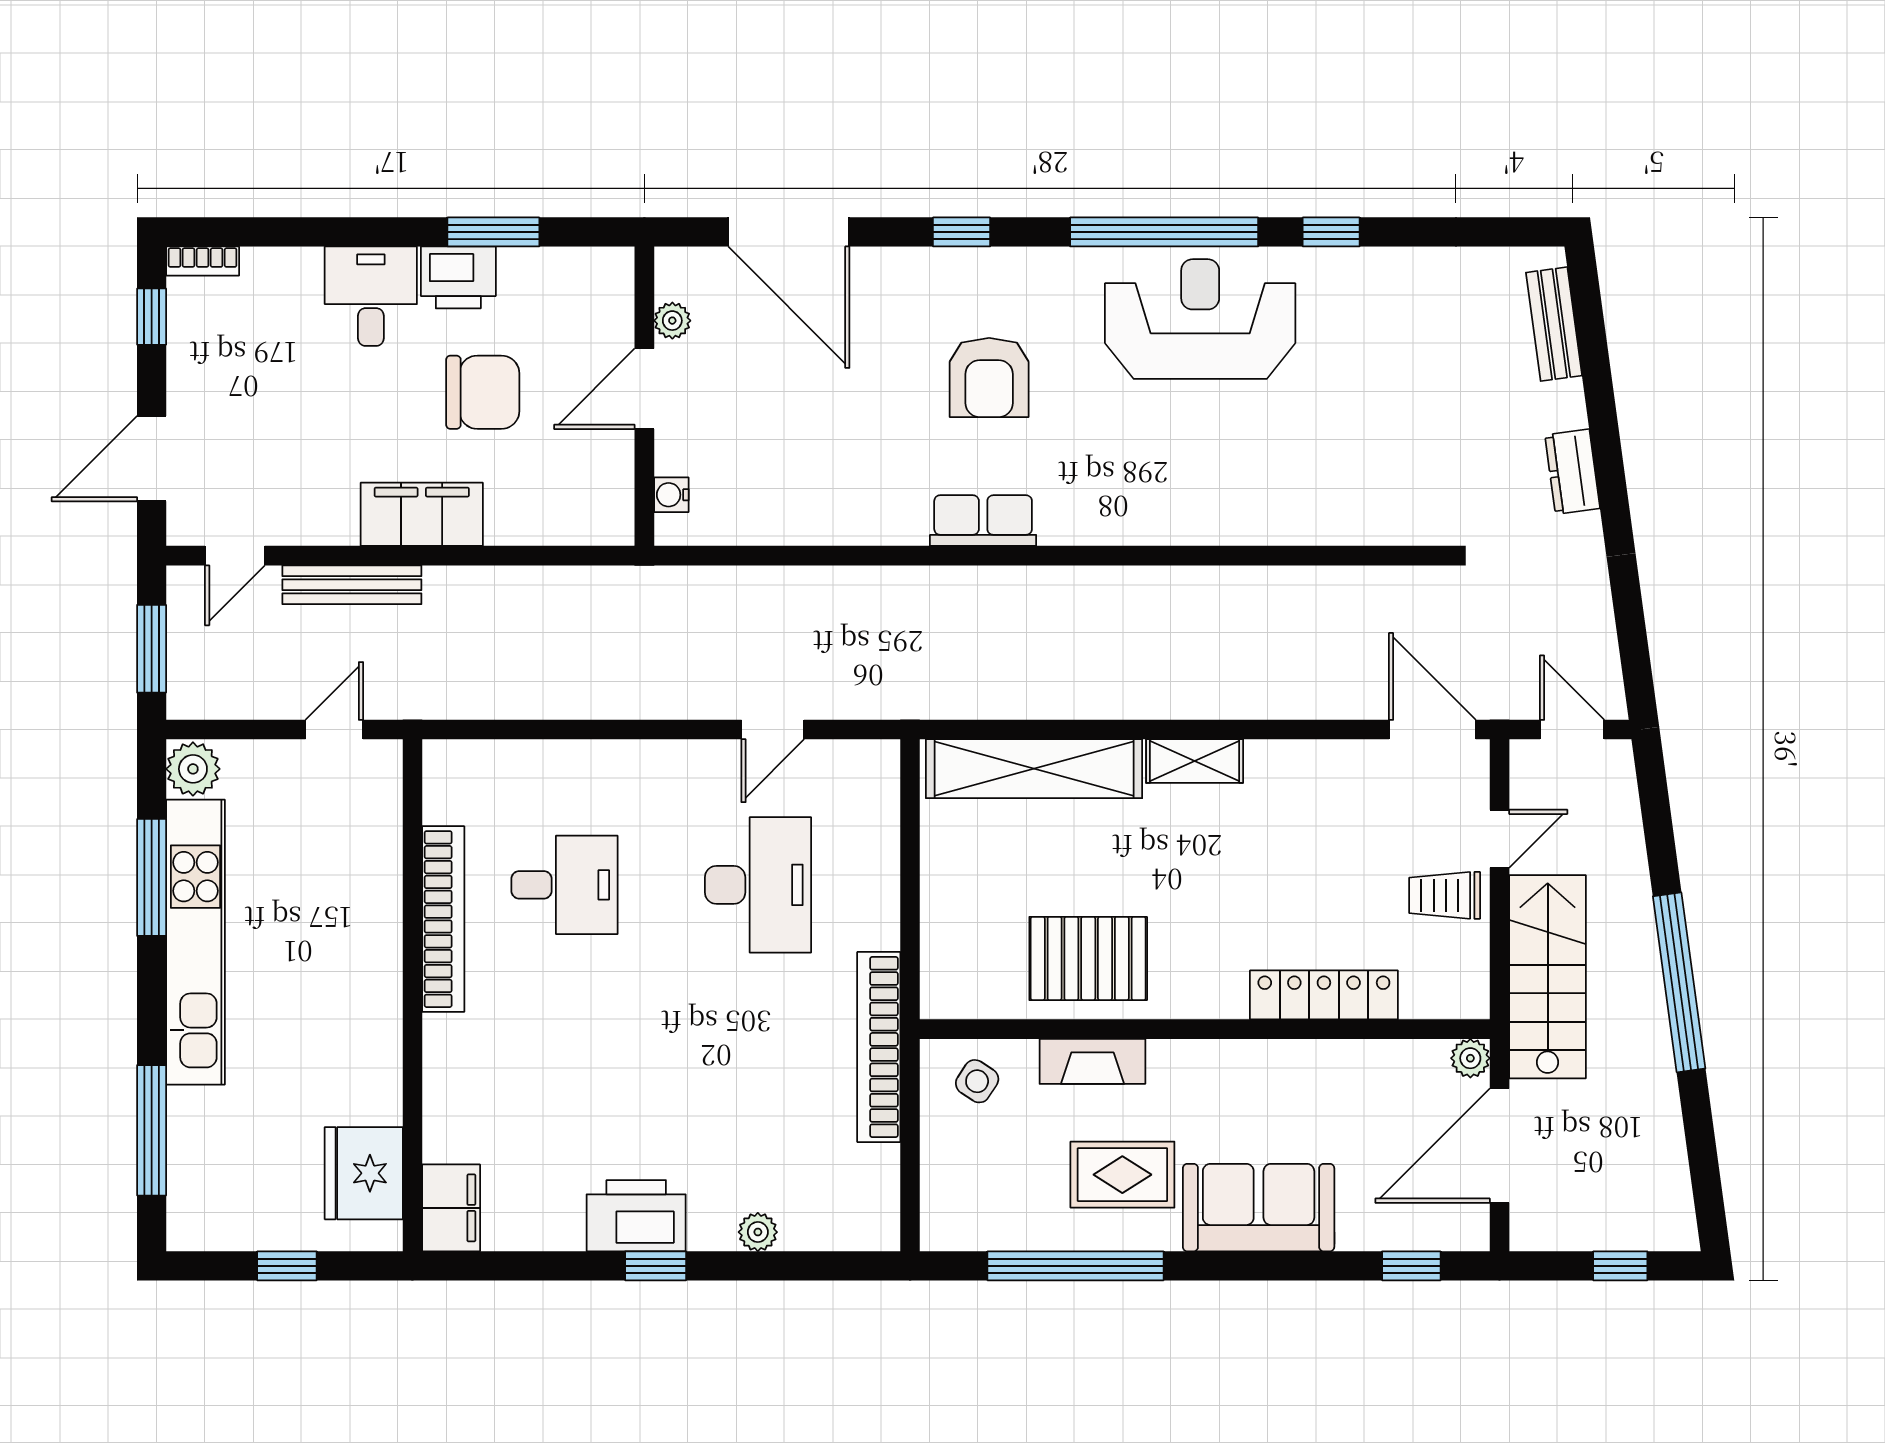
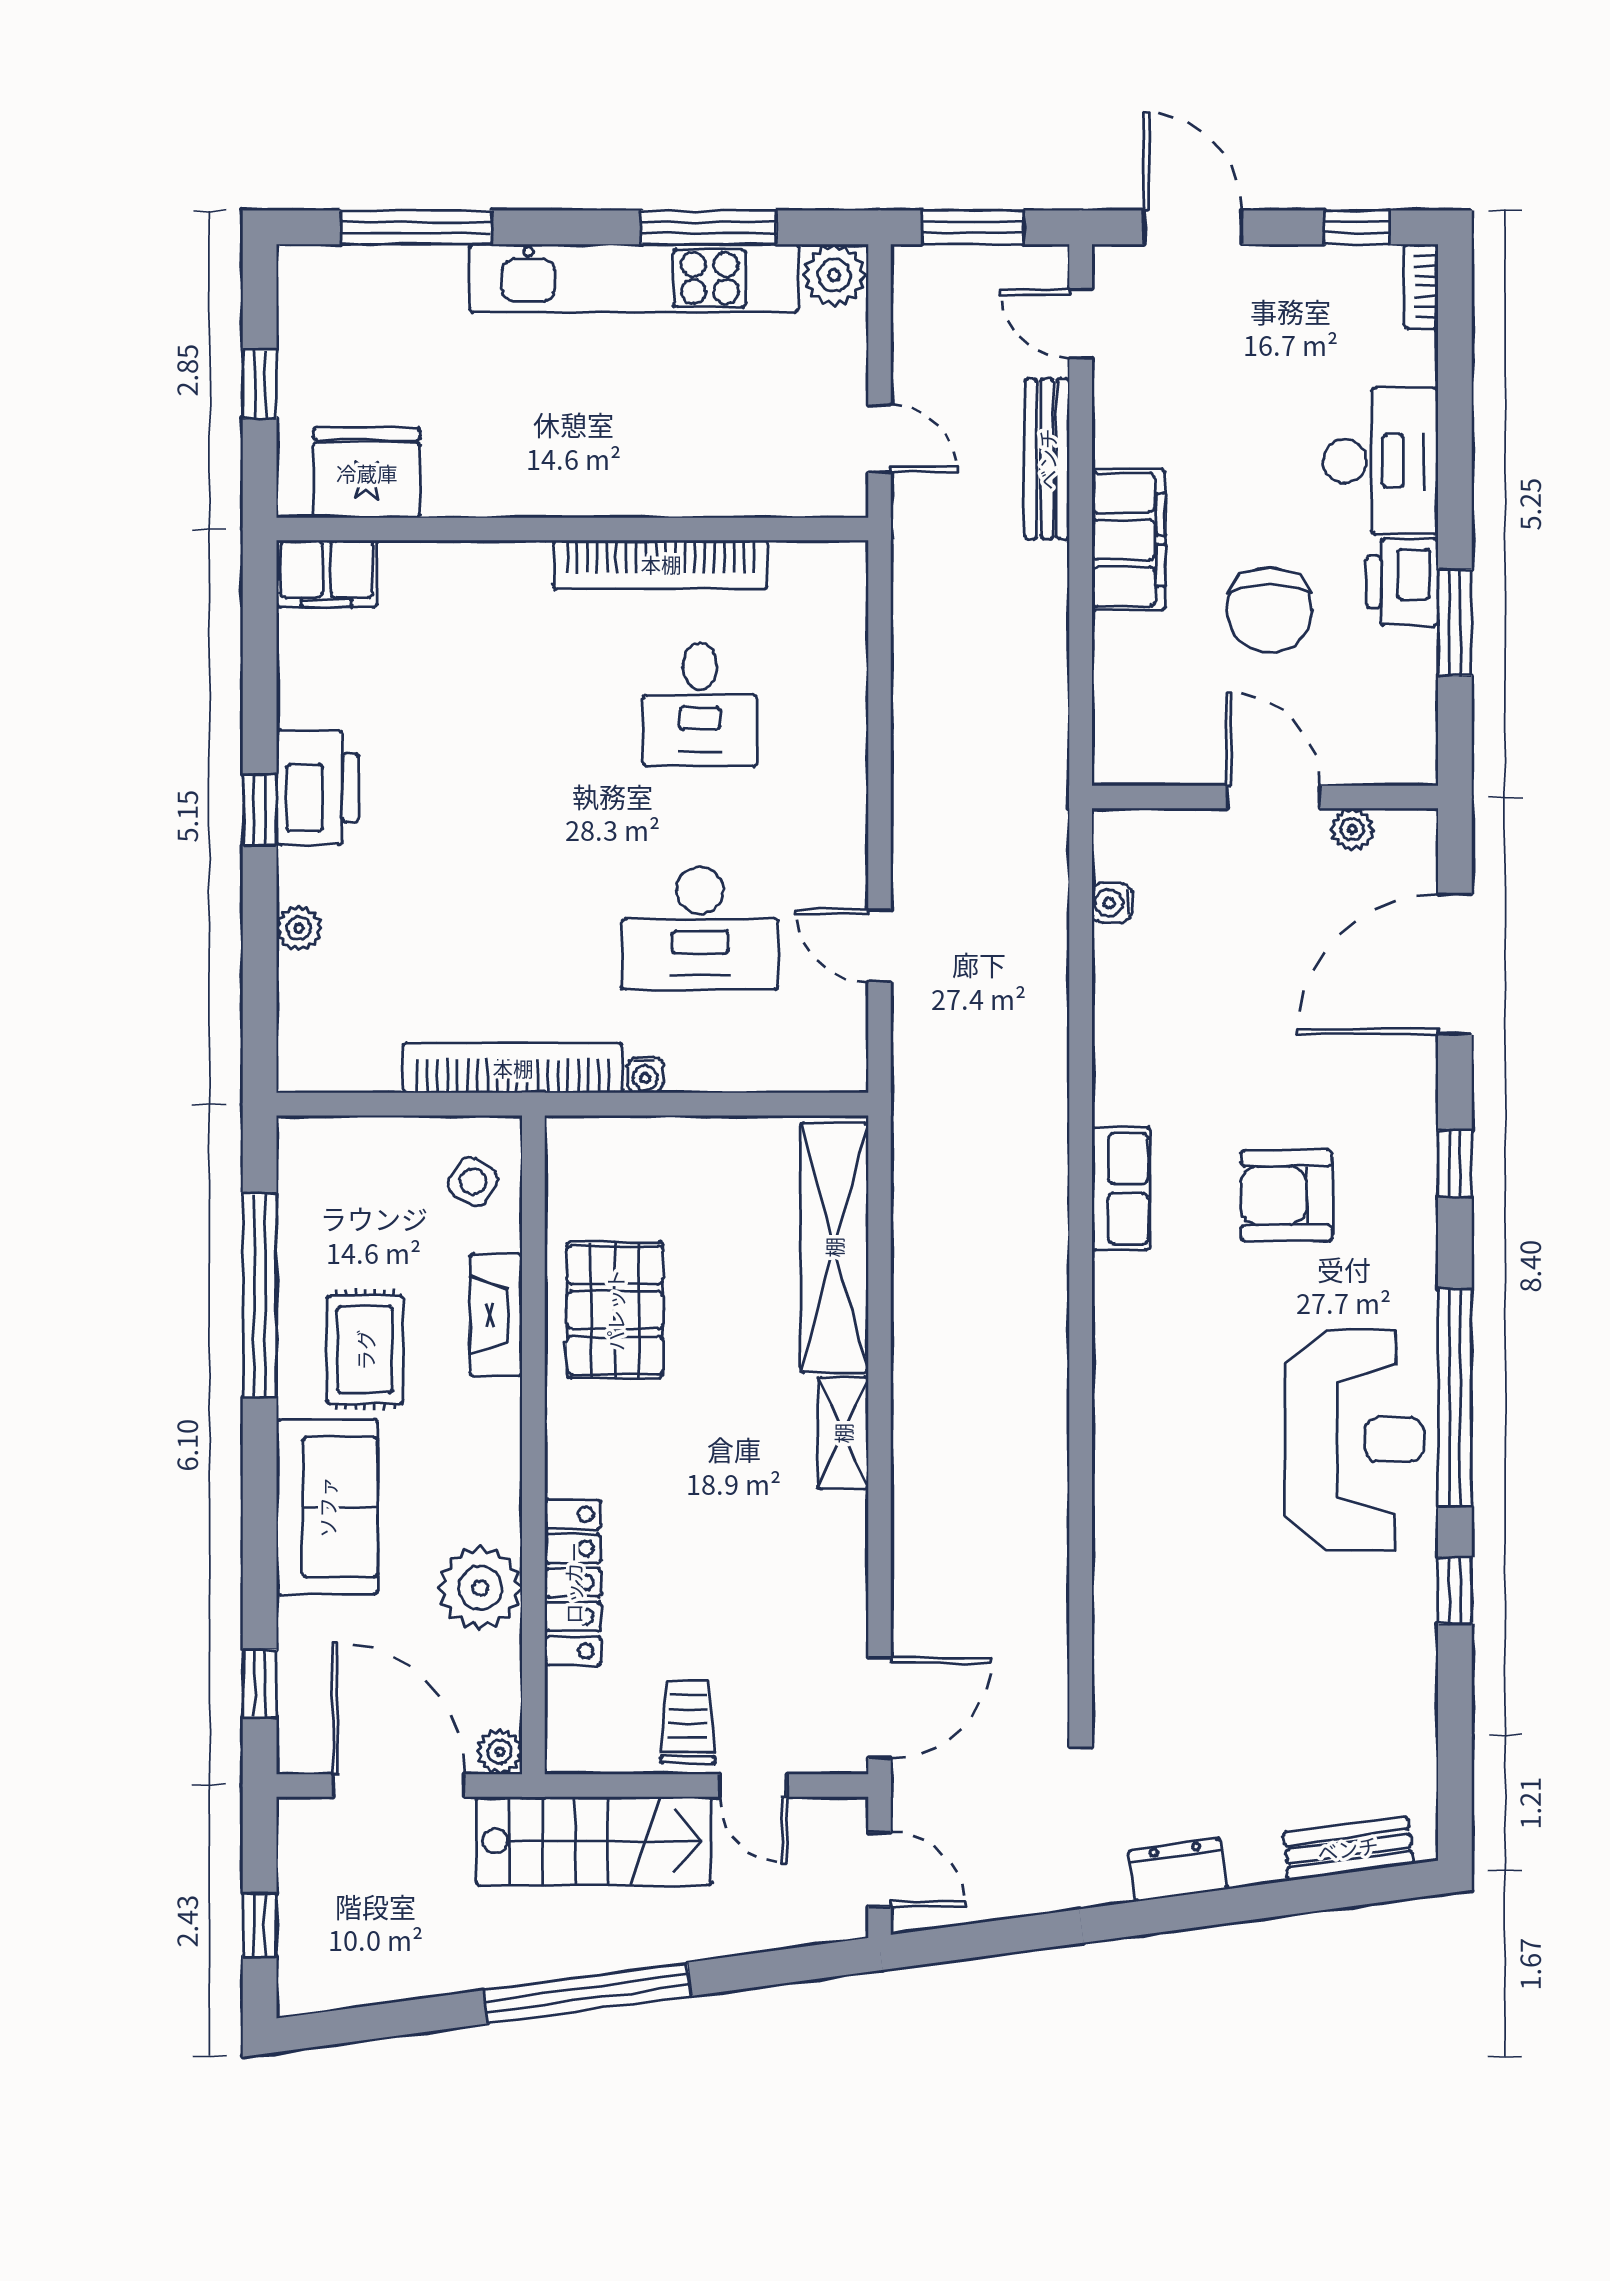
desk: (371, 296) -> (1381, 461), width x1.37
water cooler: (671, 495) -> (1112, 903), moved, turned -90
door: (1572, 730) -> (880, 1869), hinge flipped
water cooler: (885, 932) -> (645, 1075), added
plant: (1329, 1075) -> (480, 1588), added

